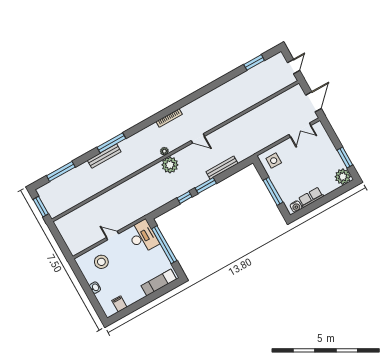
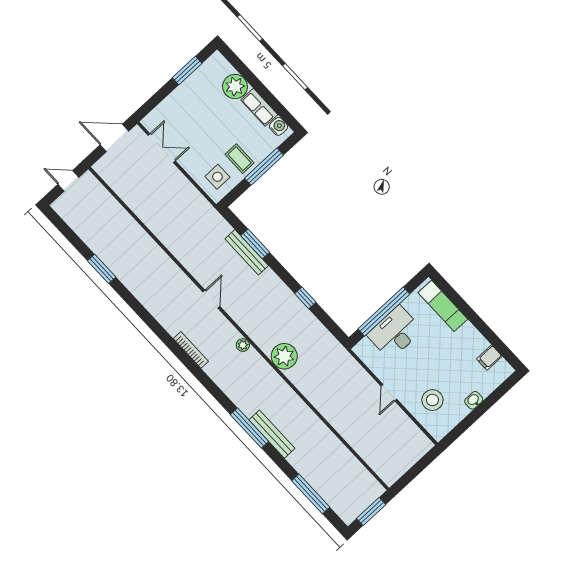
window: (254, 62) -> (102, 269), moved
plant: (170, 165) -> (284, 356), moved
coffee table: (282, 177) -> (239, 159), added
plant: (343, 177) -> (235, 87), moved
window: (206, 186) -> (255, 244), moved
desk: (143, 237) -> (395, 333), moved

